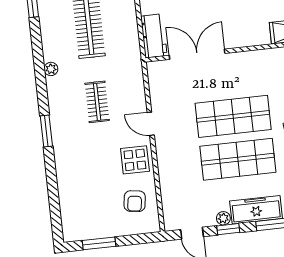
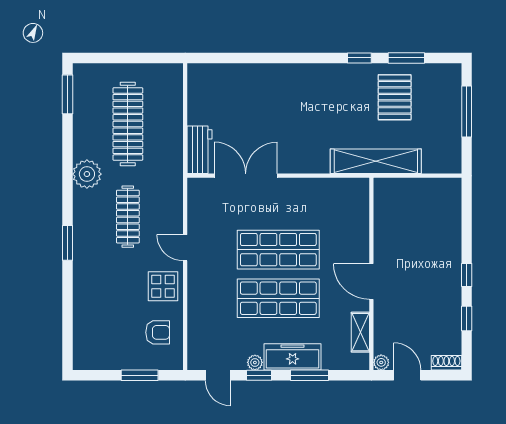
plant: (51, 69) -> (87, 174), width x1.88, depth x1.88
clothes rail: (97, 102) -> (128, 217), width x1.36
armchair: (135, 201) -> (158, 332), turned -98
window: (99, 243) -> (140, 375), moved

